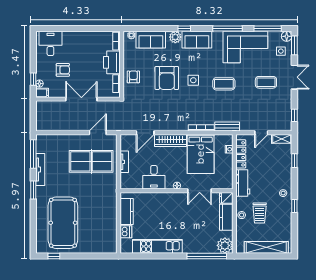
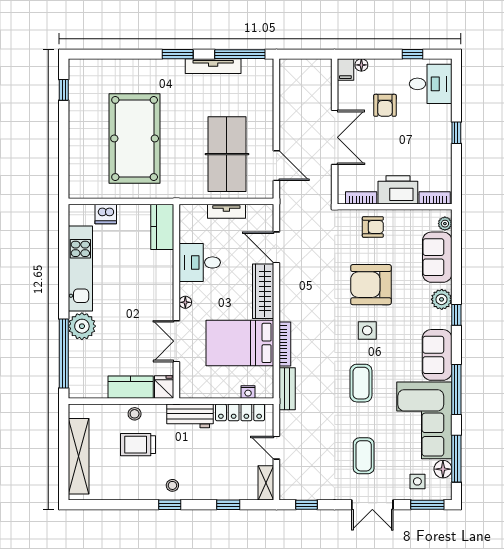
window: (79, 29) -> (456, 133), added
floor lamp: (287, 36) -> (443, 469), moved
sofa: (197, 40) -> (437, 355), moved
window: (33, 79) -> (412, 54), moved
window: (294, 206) -> (170, 505), moved
kitchen counter: (127, 212) -> (162, 227), moved, turned 90
pool table: (63, 223) -> (135, 138), moved, turned 90
plant: (225, 245) -> (82, 326), moved

